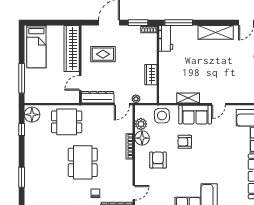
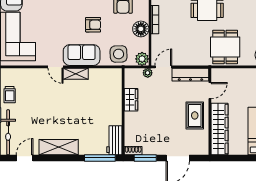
rug: (103, 54) -> (195, 115), moved, turned 90
shelving: (188, 98) -> (76, 74), moved
door: (218, 104) -> (55, 67), swing flipped
dining table: (67, 122) -> (225, 47), turned 90
plant: (141, 124) -> (142, 59), moved

